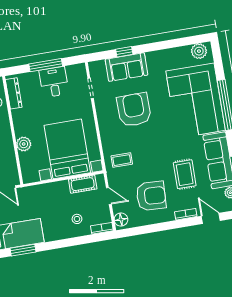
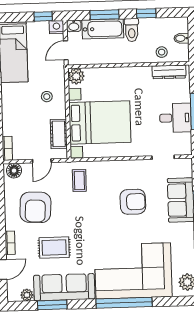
armchair: (134, 110) -> (133, 202), width x0.73, depth x0.73
plant: (24, 144) -> (76, 76), moved
stool: (77, 219) -> (47, 97), moved

